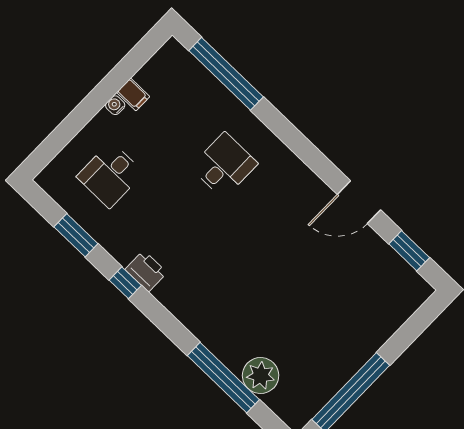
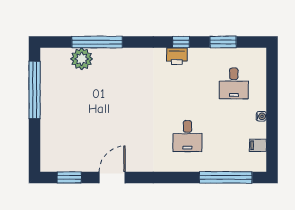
filing cabinet: (133, 94) -> (258, 145), moved
desk: (110, 175) -> (234, 83), turned 180

